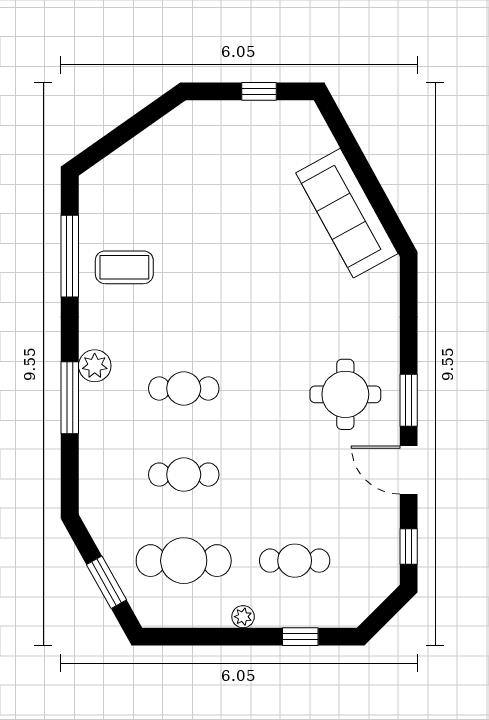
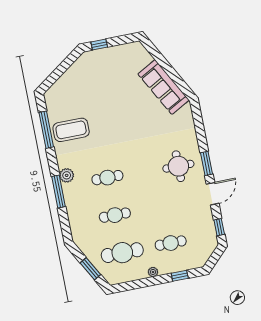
window: (259, 91) -> (99, 45), moved
coffee table: (124, 267) -> (71, 130), width x1.36, depth x1.32
door: (409, 470) -> (213, 194), swing flipped

